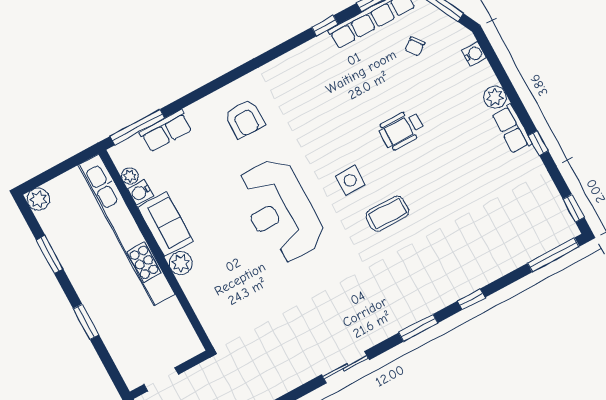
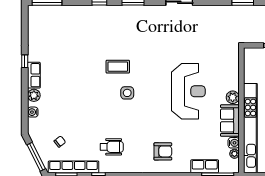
water cooler: (474, 54) -> (33, 112), moved
armchair: (244, 119) -> (163, 151), turned 90
wheelchair: (401, 130) -> (112, 147), moved
window: (574, 208) -> (25, 20), removed
reception desk: (280, 211) -> (188, 91), moved

